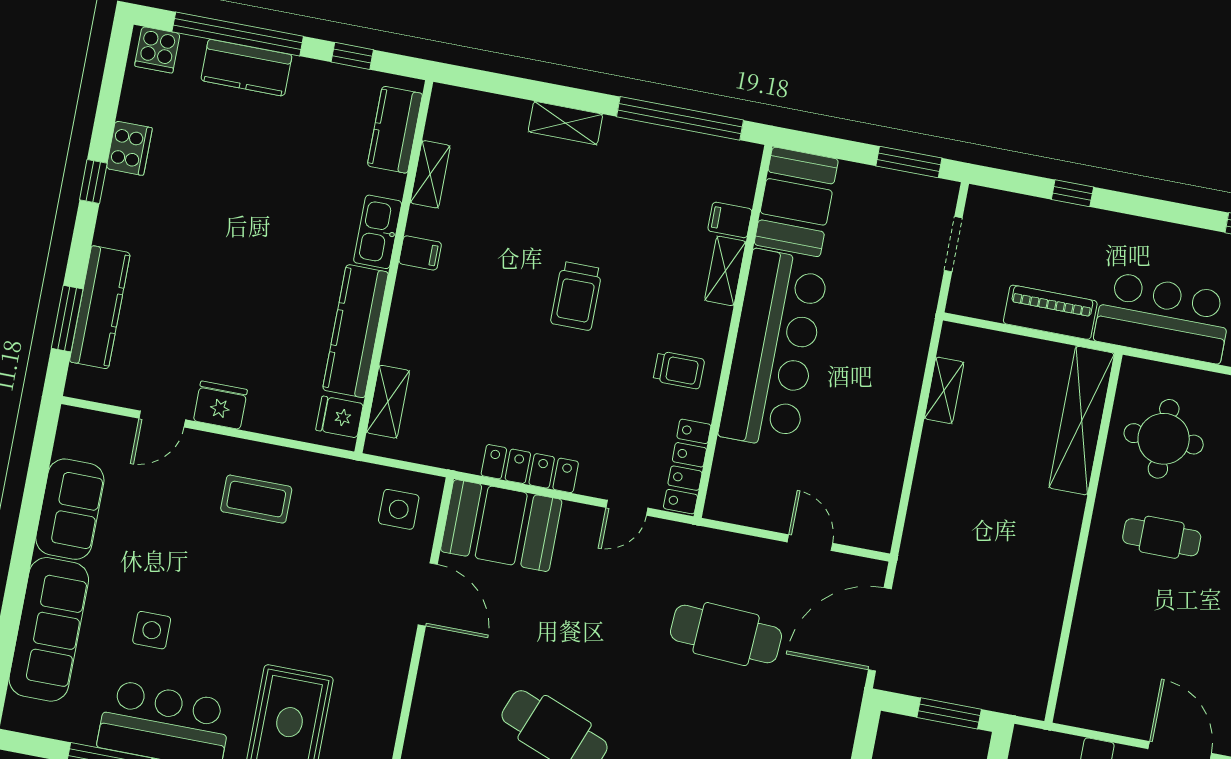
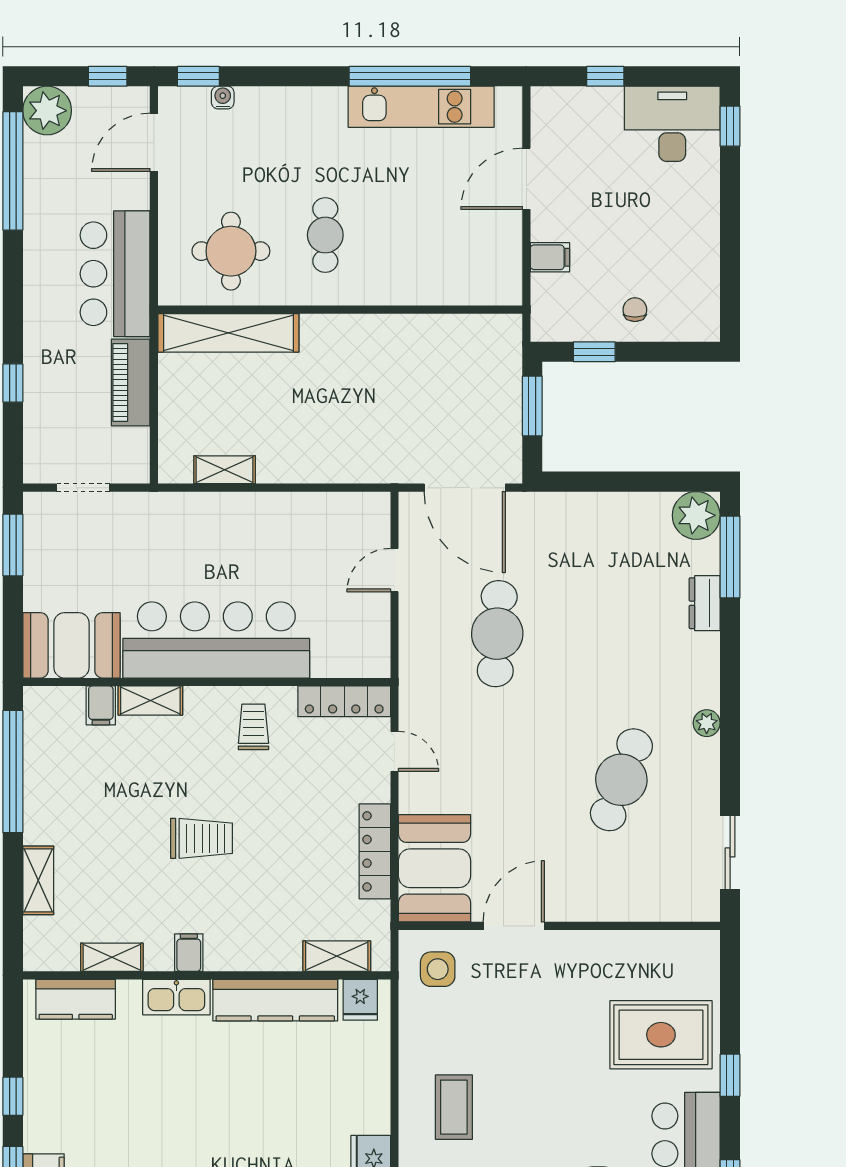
kitchen counter: (395, 130) -> (76, 999), moved
shelving: (430, 174) -> (112, 957), moved
kitchen sink: (378, 232) -> (176, 997), moved
filing cabinet: (420, 253) -> (189, 953), moved
wall: (394, 267) -> (207, 975), moved
kitchen counter: (356, 331) -> (275, 1000), moved
shelving: (388, 402) -> (337, 956), moved
fridge: (339, 417) -> (360, 1000), moved

